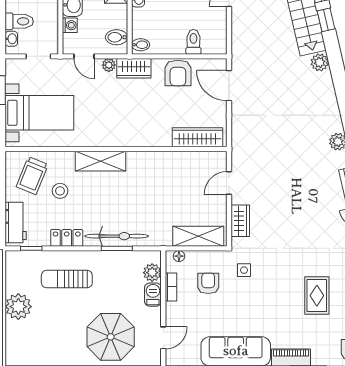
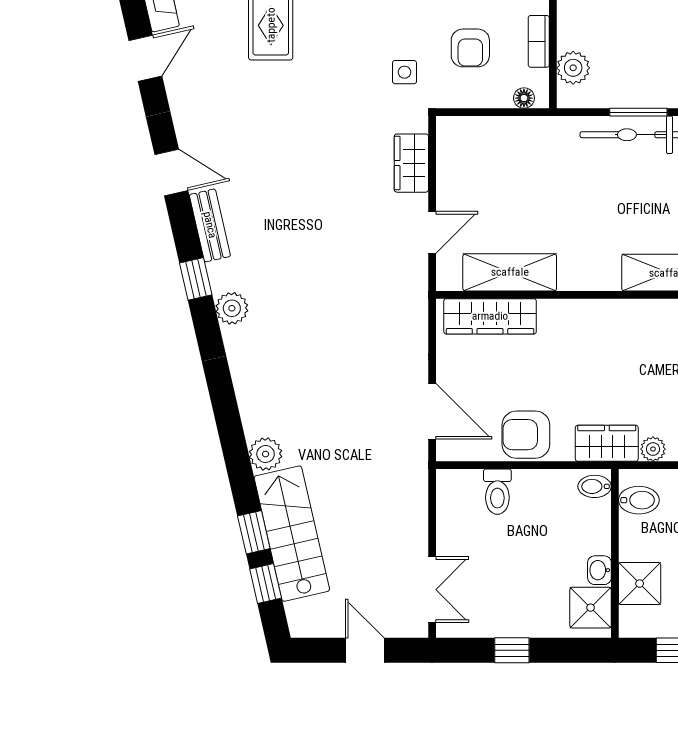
armchair: (178, 73) -> (526, 435), turned -90
shelving: (198, 236) -> (510, 272), moved
barbecue: (153, 295) -> (572, 27), removed

